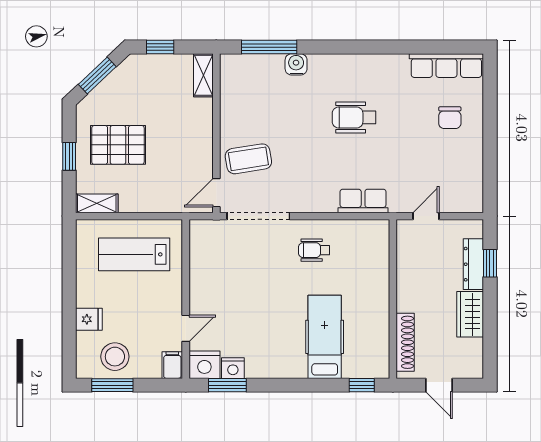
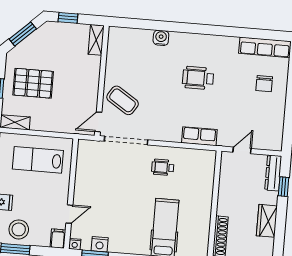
window: (269, 47) -> (143, 24), removed
coffee table: (248, 159) -> (123, 100), turned 42
dresser: (473, 264) -> (273, 173), moved
nightstand: (204, 365) -> (75, 244), width x0.53, depth x0.56

